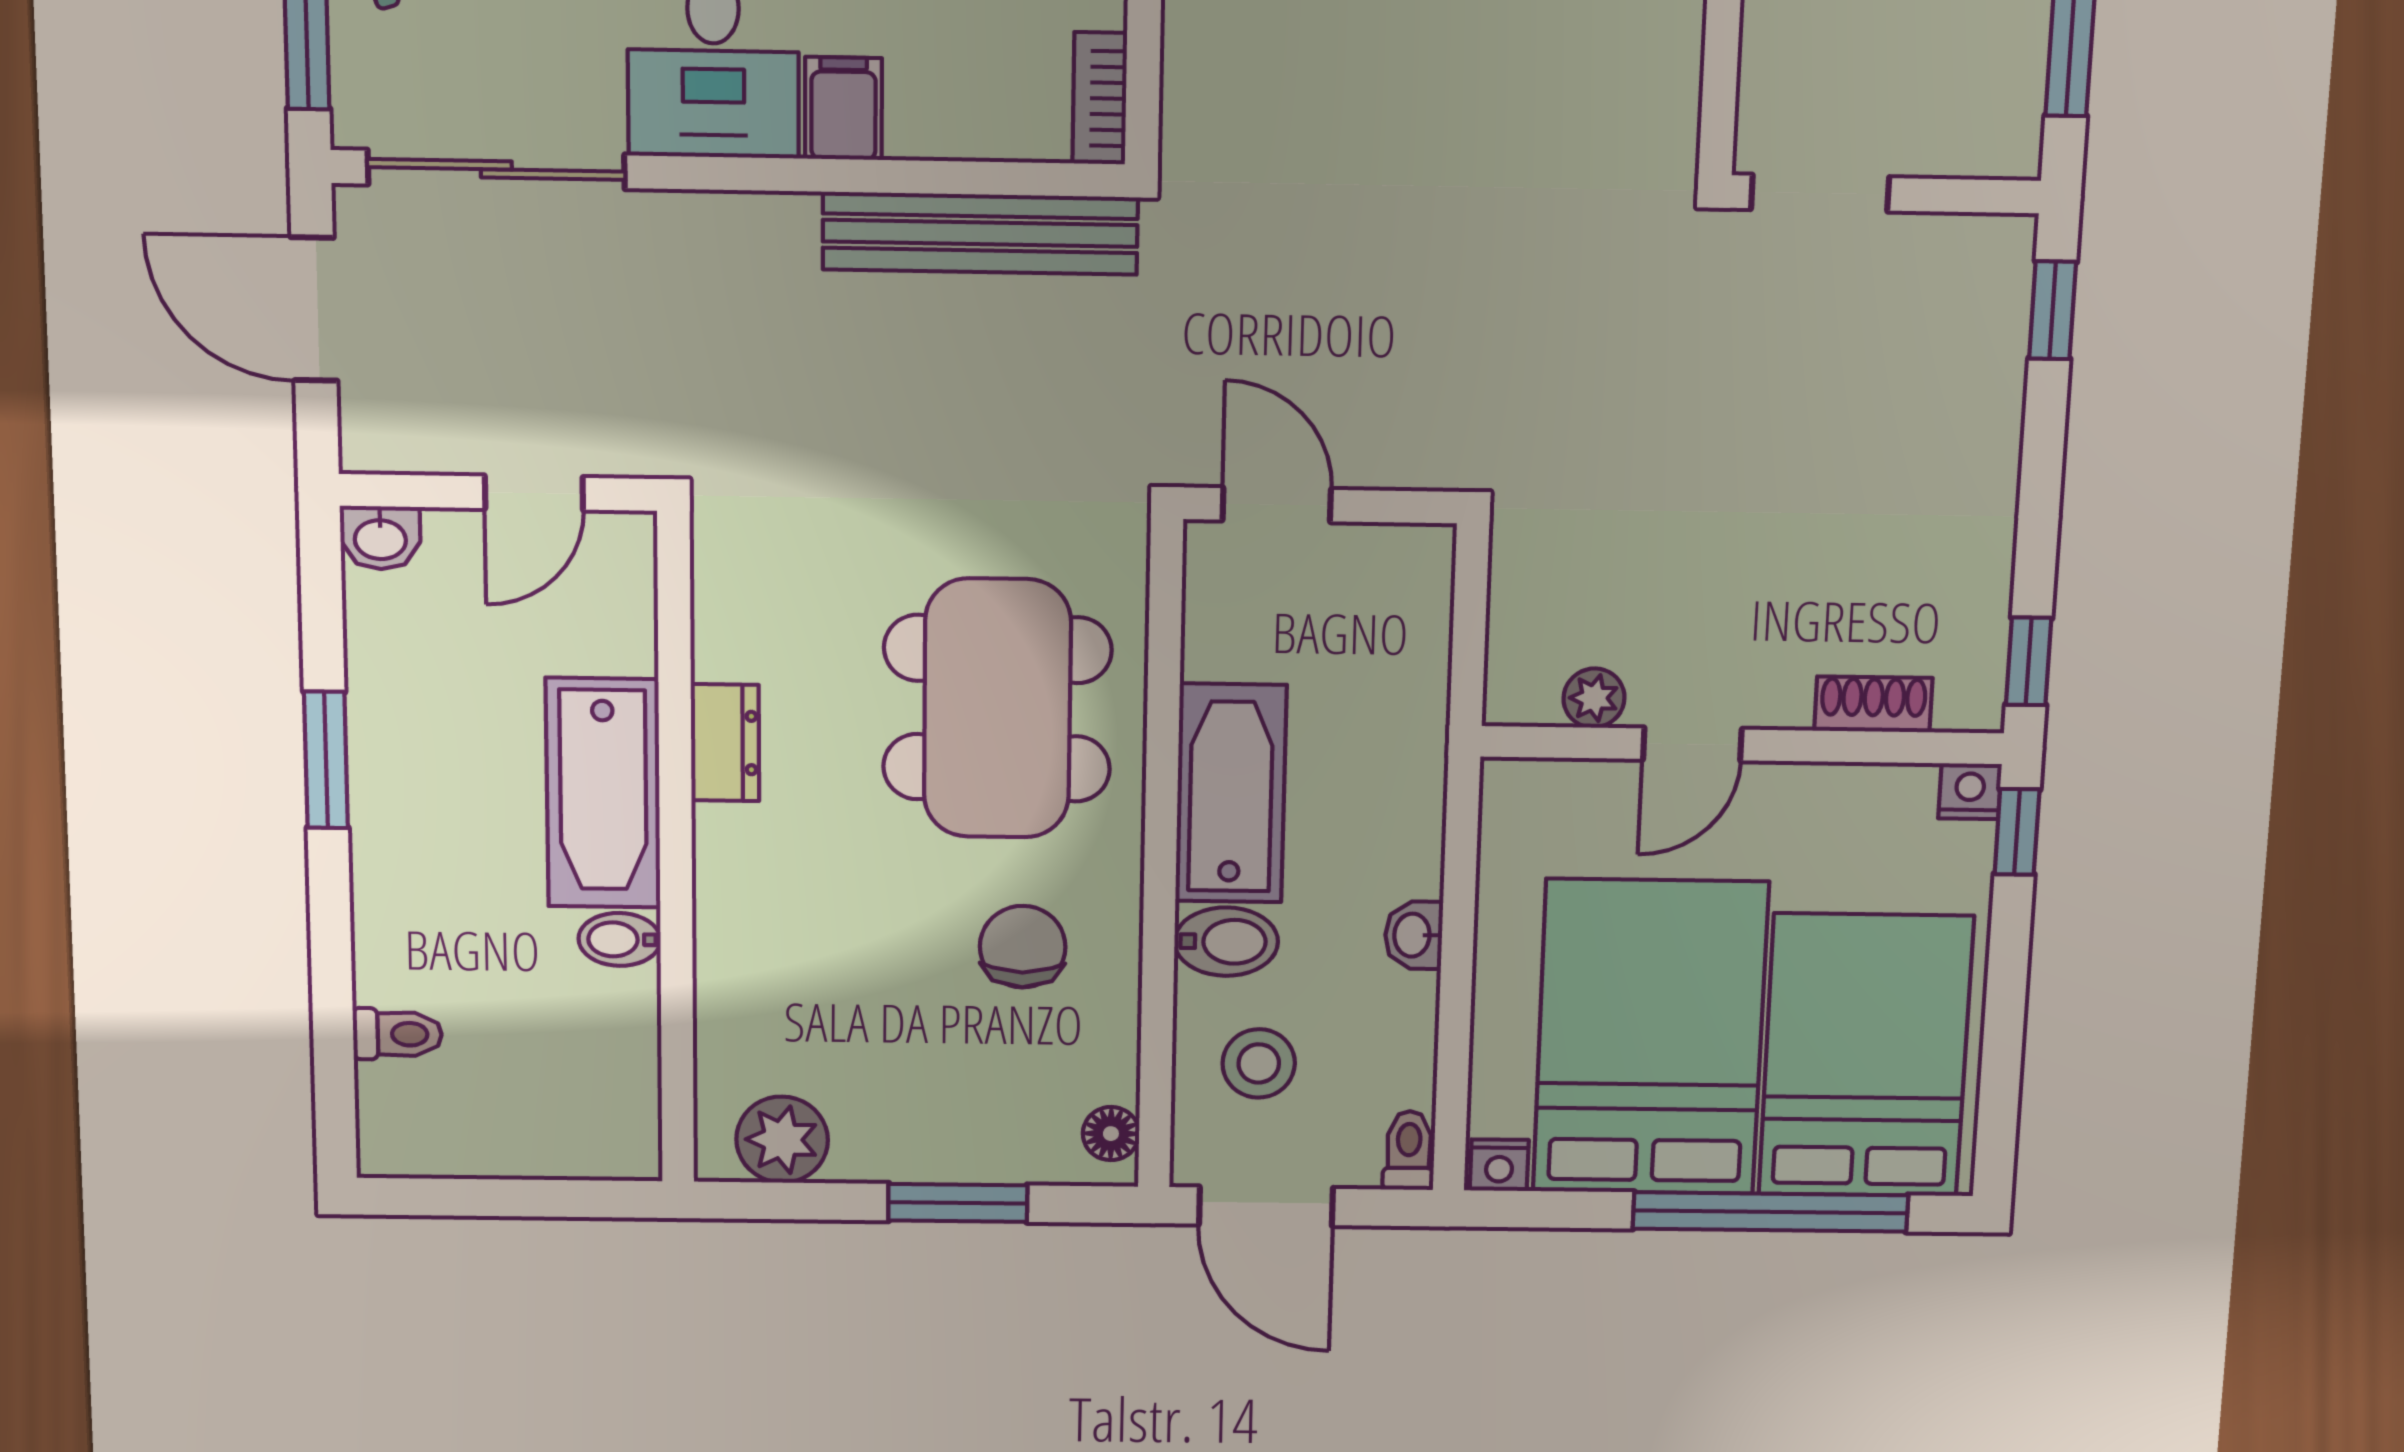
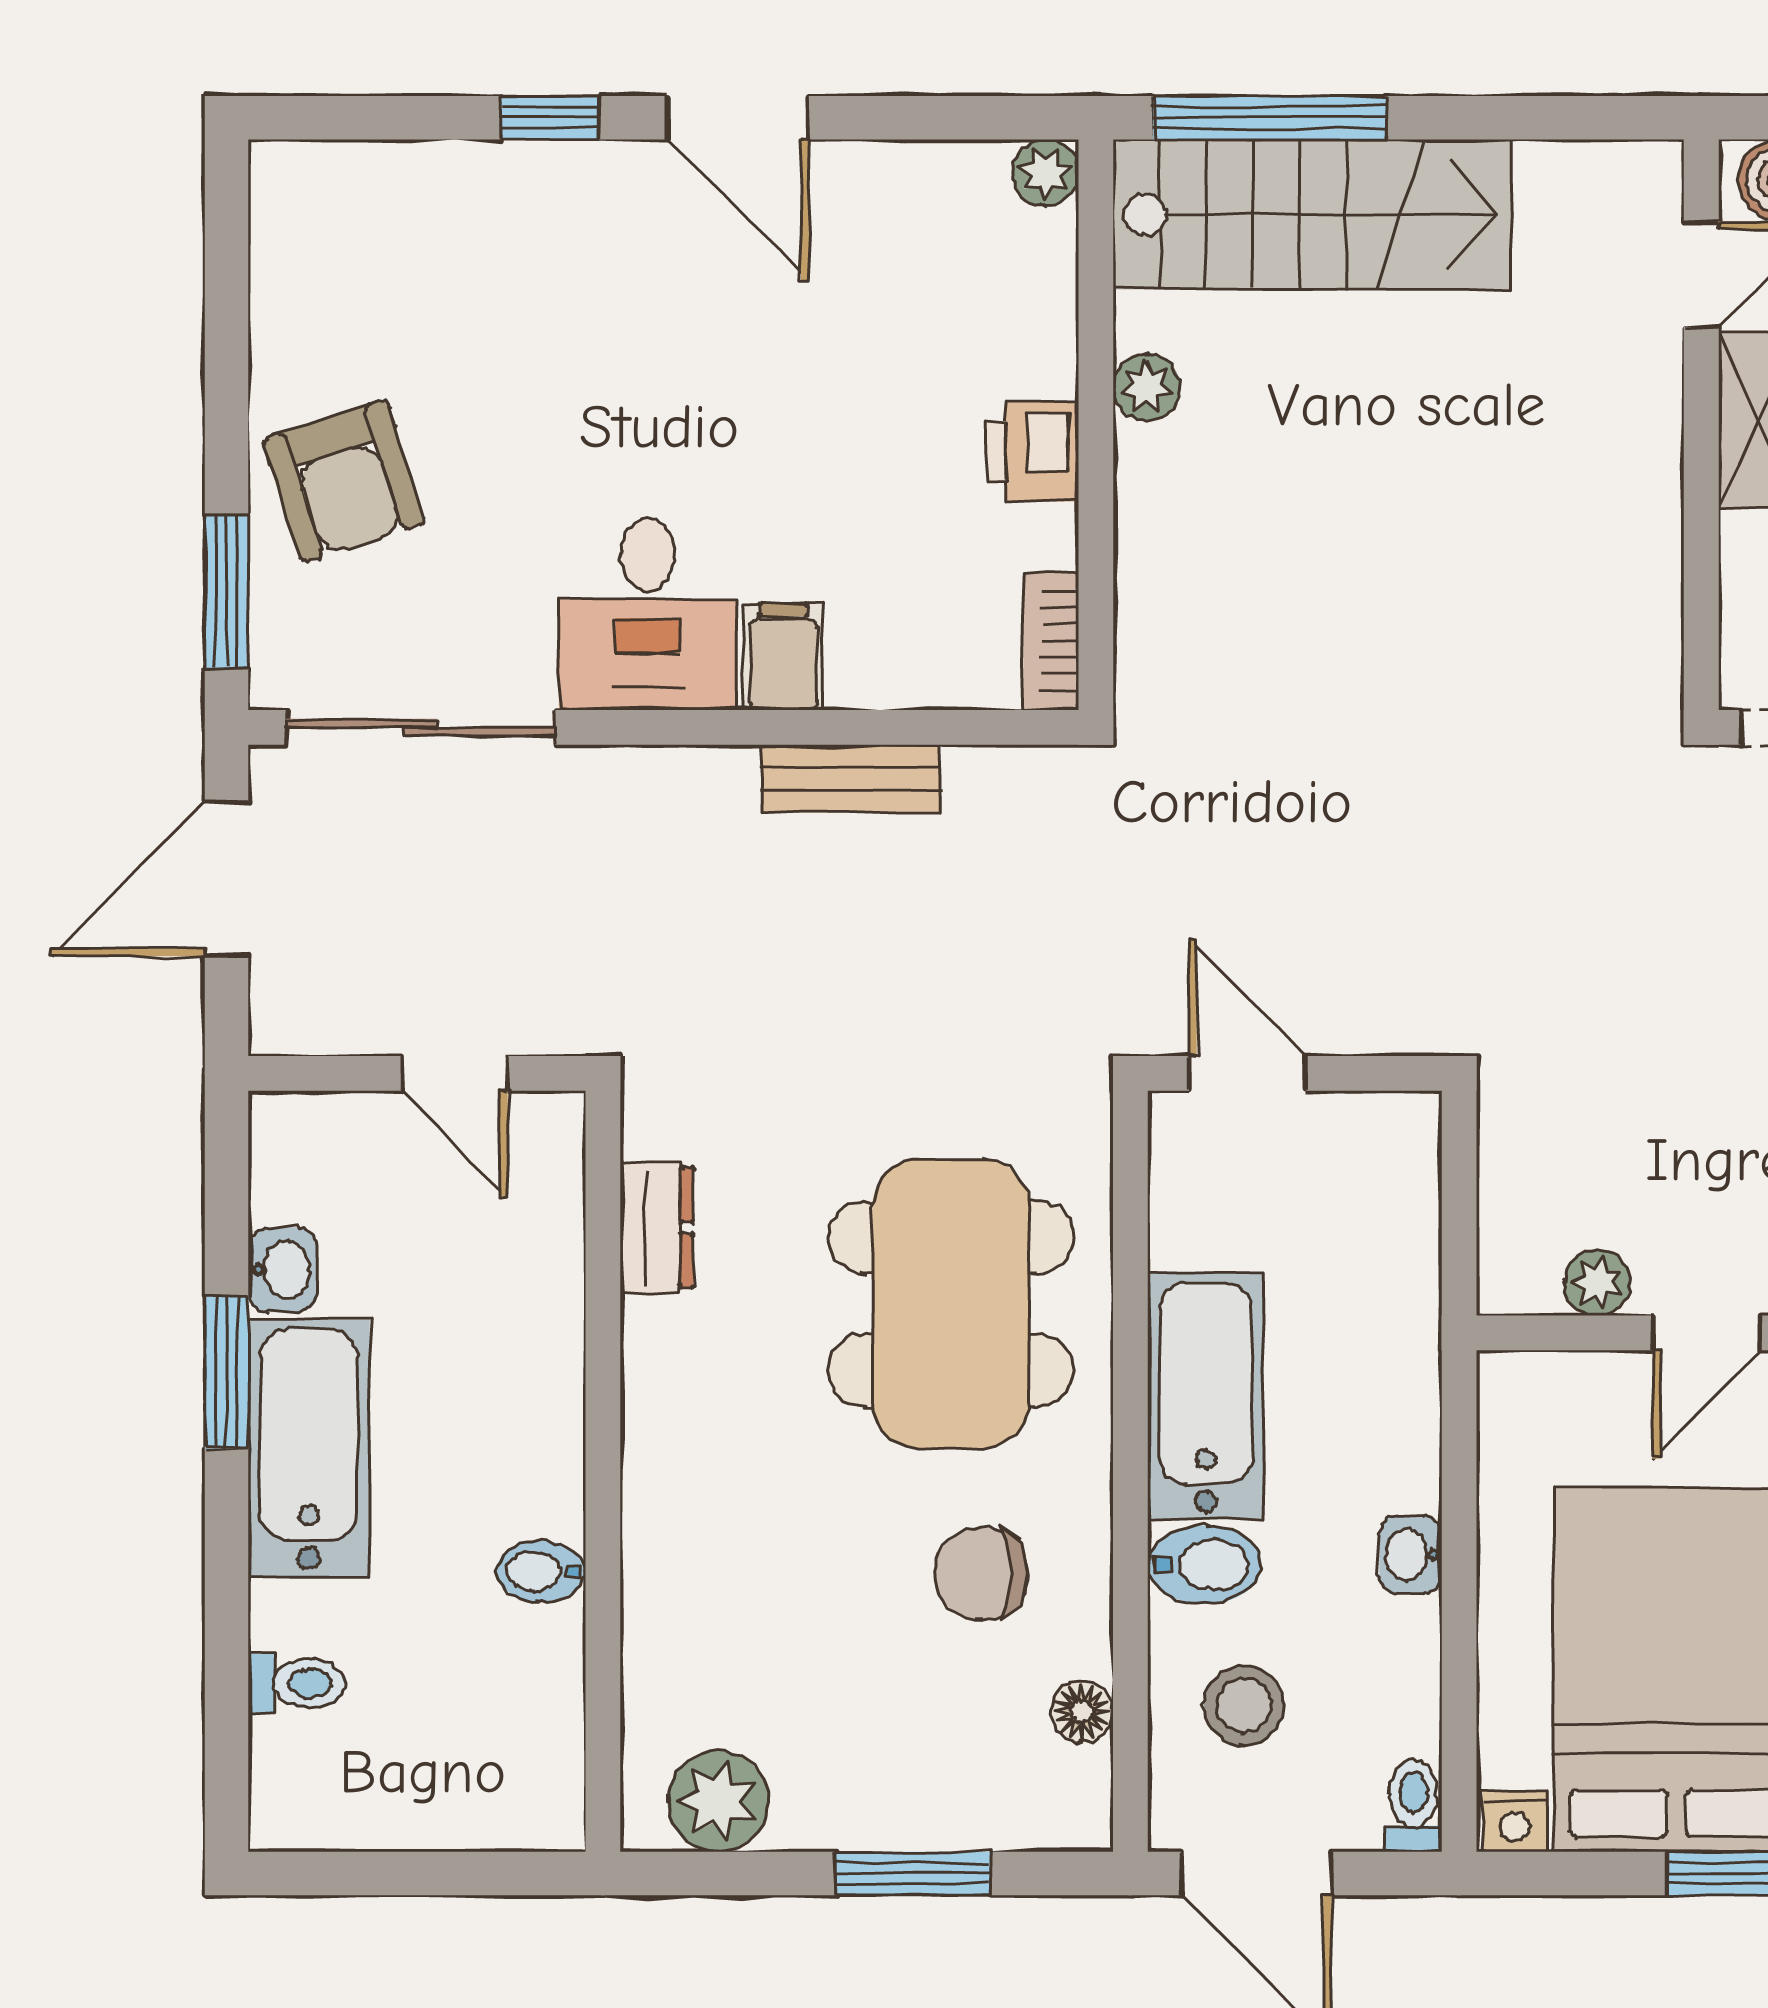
bench: (980, 233) -> (851, 779), width x0.54, depth x0.82
door: (314, 309) -> (227, 879), hinge flipped
door: (534, 493) -> (455, 1073), hinge flipped
washbasin: (380, 538) -> (283, 1270), moved, turned -90
dresser: (725, 743) -> (657, 1228), moved
bathtub: (603, 793) -> (309, 1448), moved, turned 180
chair: (1023, 947) -> (981, 1574), turned -90
floor lamp: (1111, 1134) -> (1082, 1712), moved

